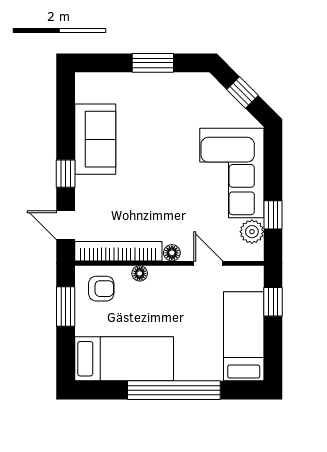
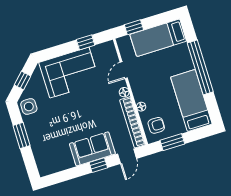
side table: (197, 90) -> (29, 106), added
sofa: (95, 139) -> (92, 149), moved
plant: (252, 232) -> (98, 51), removed
armchair: (101, 289) -> (156, 125), turned 90

